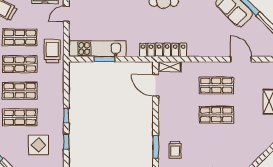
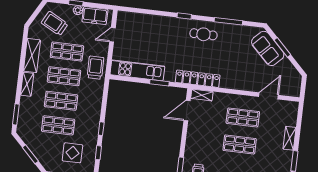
window: (104, 59) -> (159, 83), moved
door: (241, 59) -> (268, 96), hinge flipped
door: (156, 85) -> (187, 111), hinge flipped

